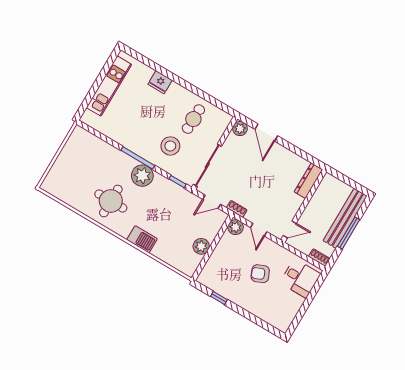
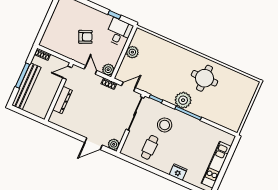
door: (266, 133) -> (94, 144), swing flipped
dresser: (308, 181) -> (62, 100), moved
barbecue: (142, 239) -> (178, 52), removed
desk: (300, 278) -> (119, 32), moved, turned 90

